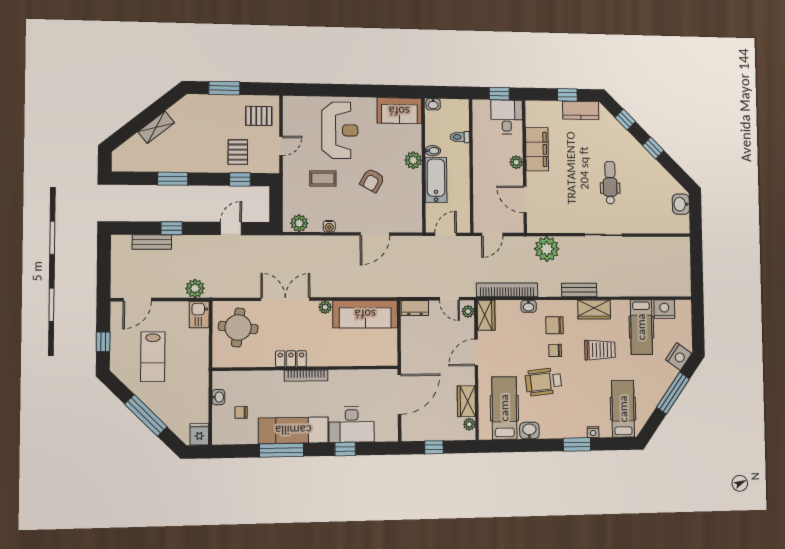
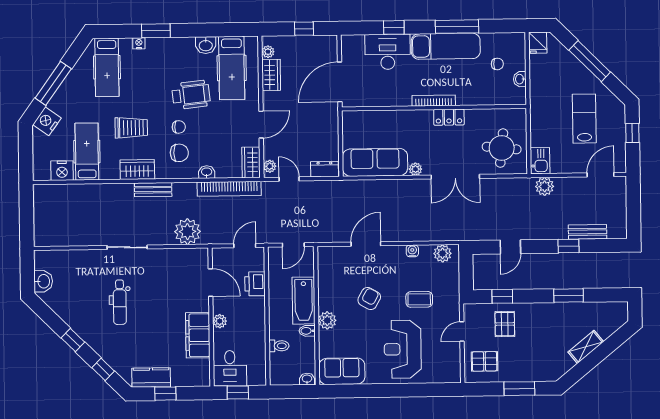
printer: (483, 197) -> (255, 284), added
trolley: (600, 350) -> (131, 128), turned 180

